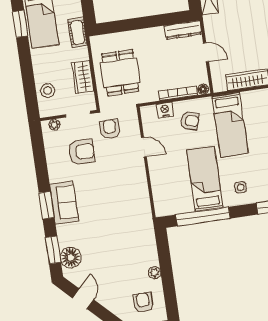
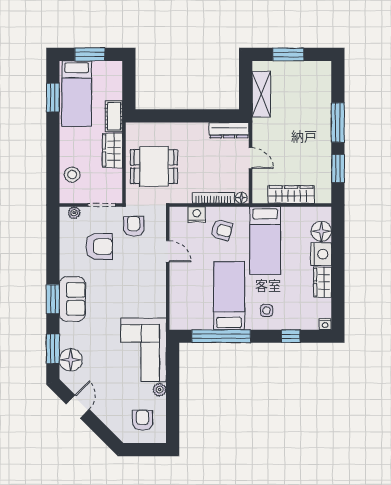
dining table: (120, 73) -> (154, 167), turned 90
wardrobe: (83, 77) -> (112, 151), moved
corner sofa: (135, 239) -> (144, 350), added

